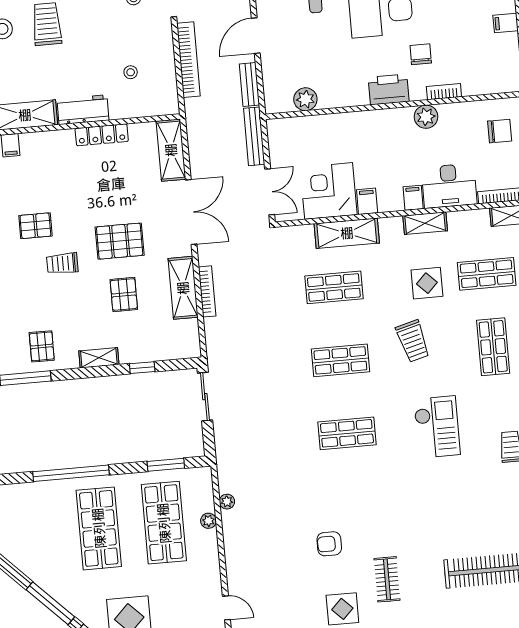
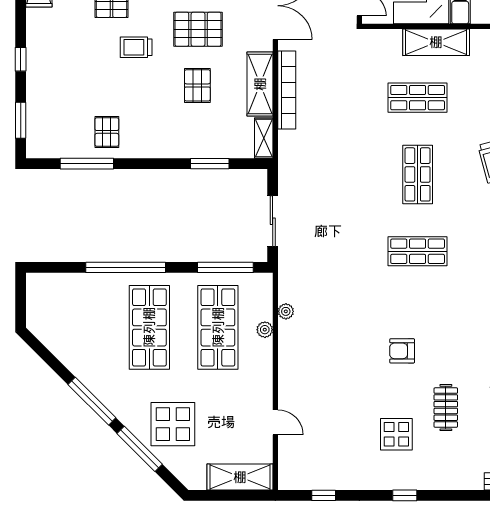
bookcase: (207, 291) -> (287, 90), width x1.48, depth x1.31
shelving: (99, 358) -> (264, 138), moved, turned 90
shop shelf: (340, 360) -> (418, 174), turned 90
window: (142, 368) -> (210, 164), width x1.50
sliding door: (205, 397) -> (273, 221), moved
window: (166, 465) -> (225, 267), width x1.44
armchair: (329, 544) -> (402, 351), moved

